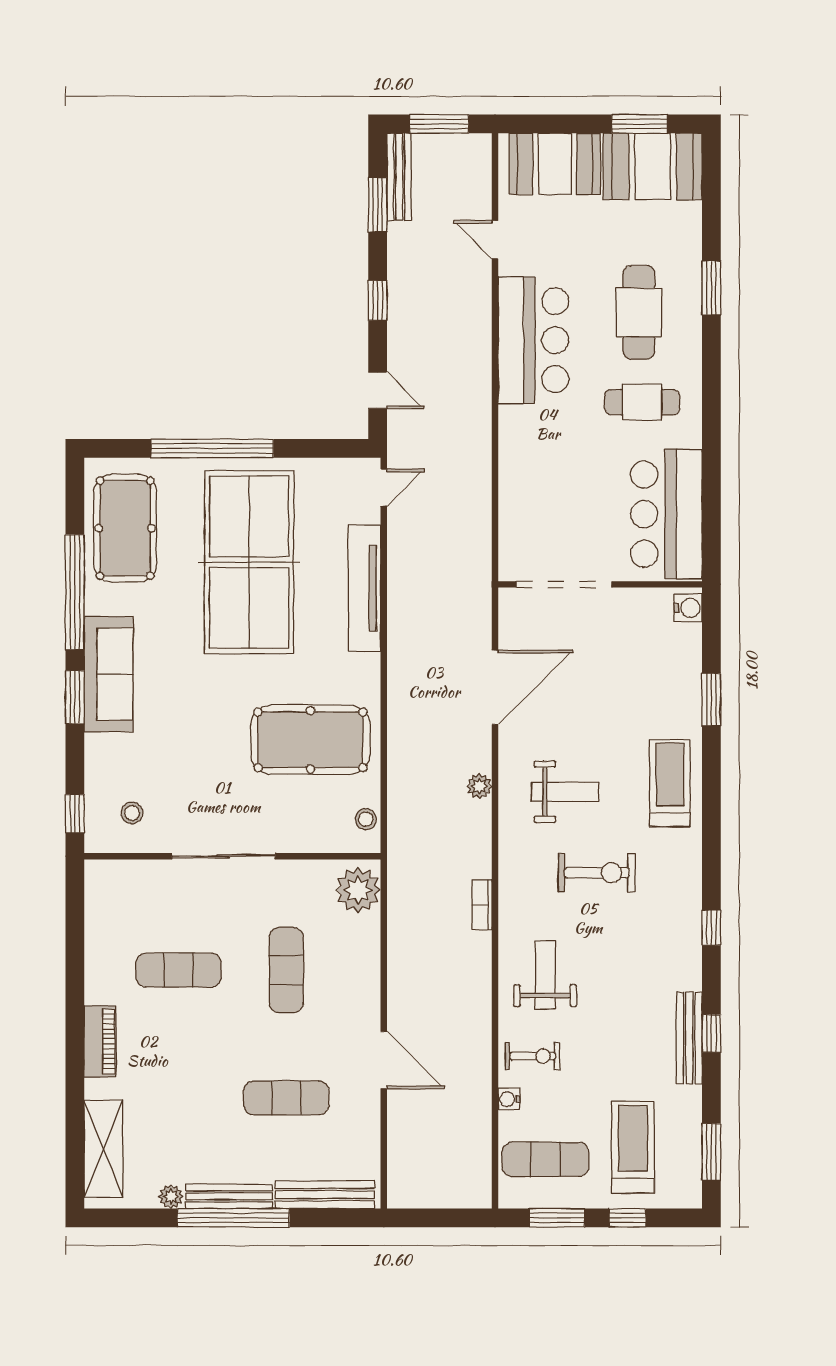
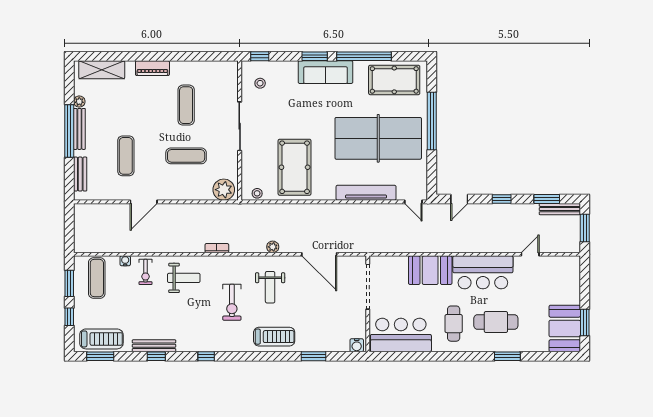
booth: (555, 164) -> (430, 270), moved, turned 90
treadmill: (633, 1147) -> (101, 339), moved
bench: (325, 1195) -> (80, 174), width x0.73

